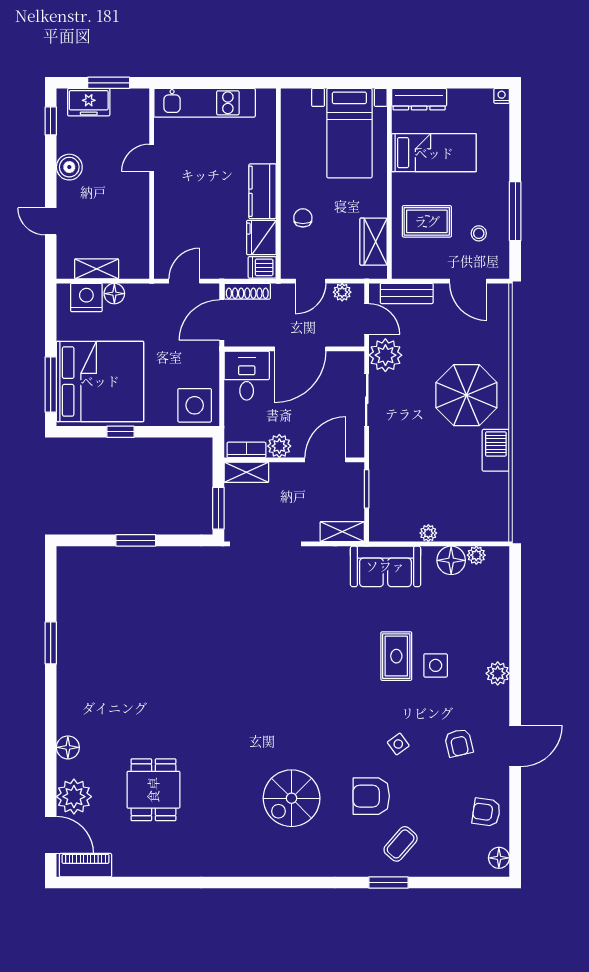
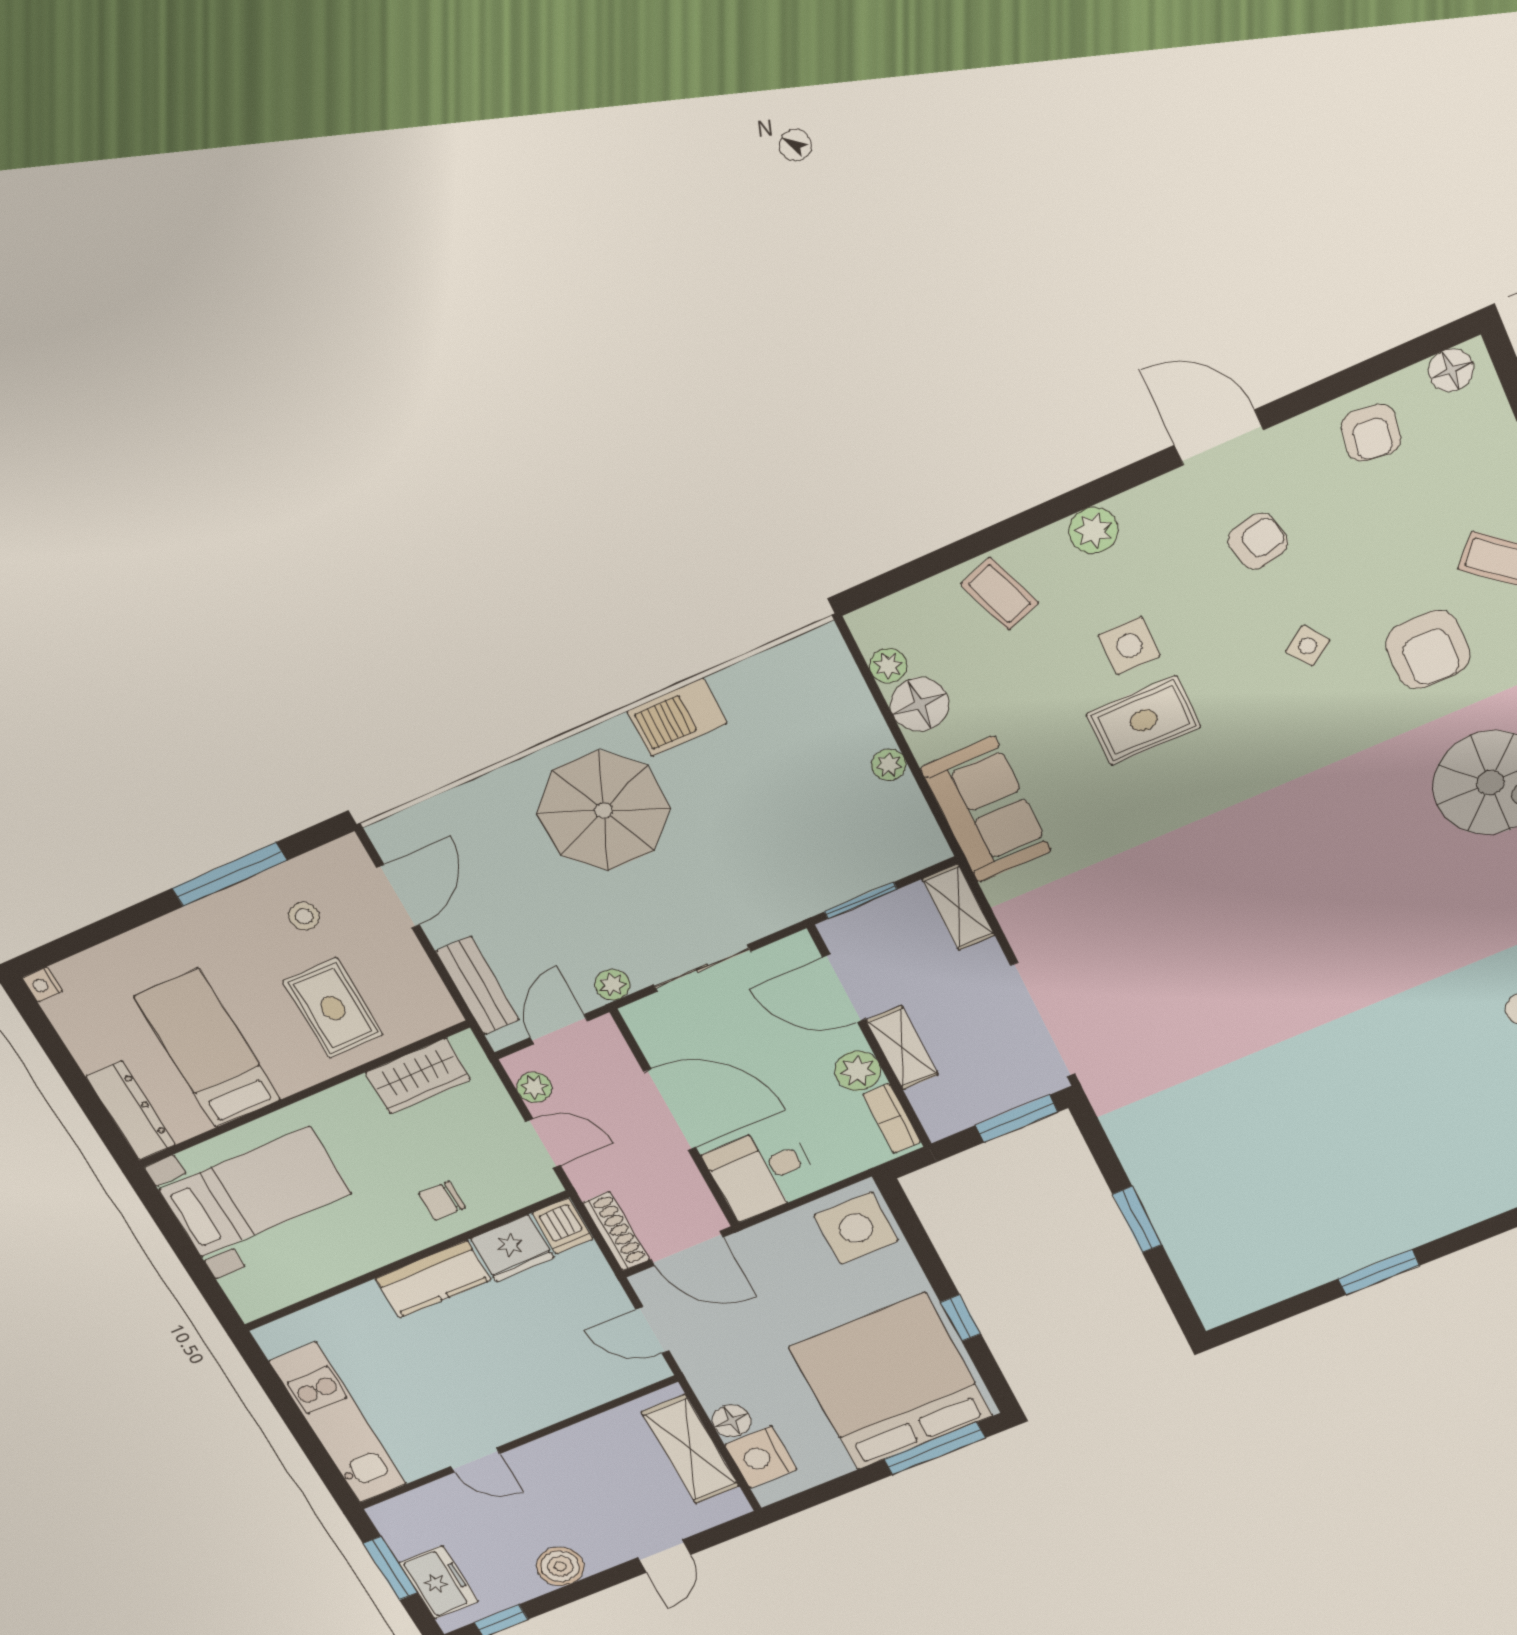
shelving: (97, 269) -> (690, 1449), width x1.50, depth x1.33
plant: (385, 355) -> (612, 985), width x0.53, depth x0.53
shelving: (246, 472) -> (902, 1048), moved
coffee table: (487, 619) -> (999, 594), added

